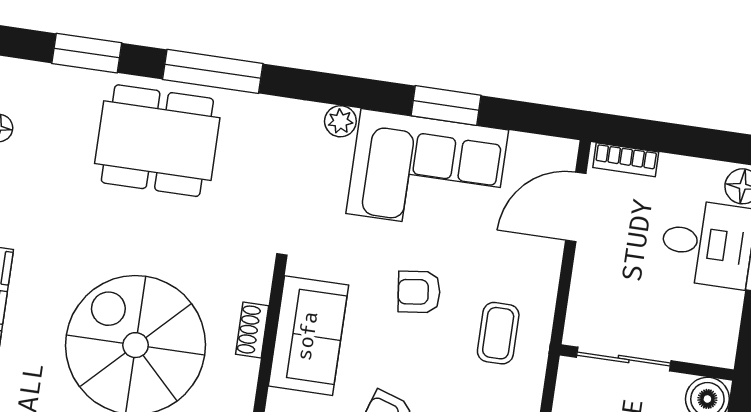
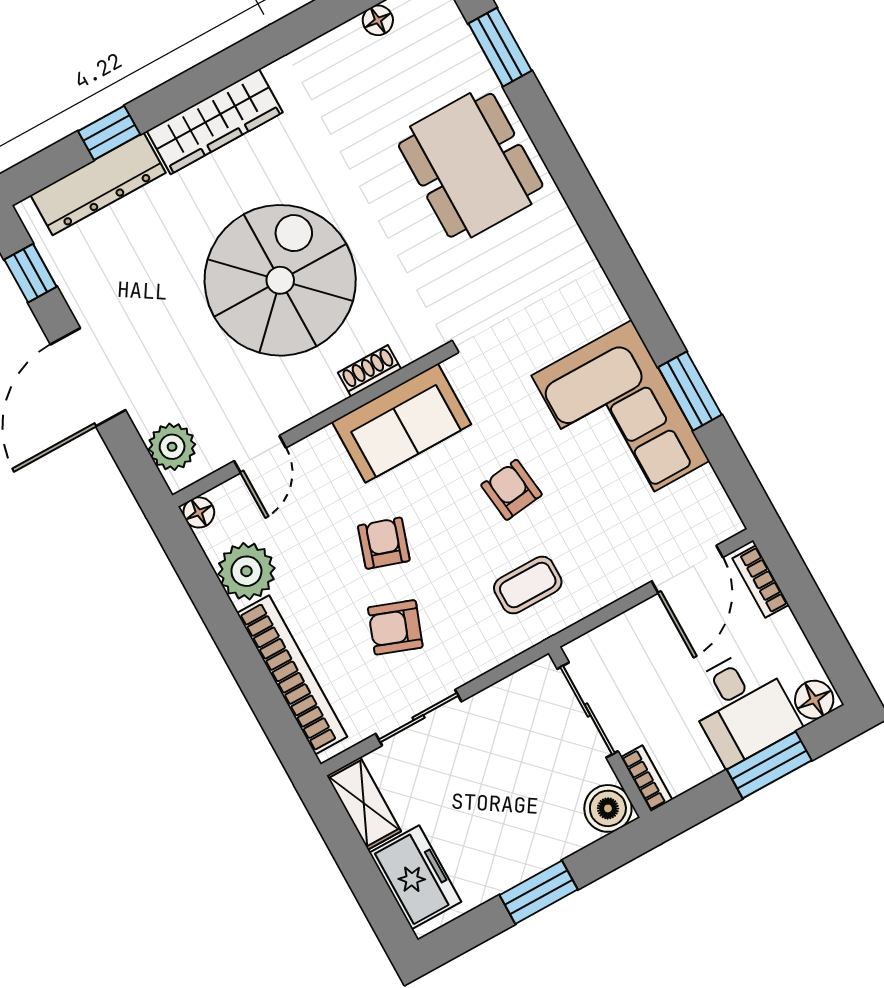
window: (213, 71) -> (567, 168), removed
plant: (340, 121) -> (607, 310), removed
door: (576, 207) -> (687, 569), swing flipped
bookcase: (707, 354) -> (647, 778), added

